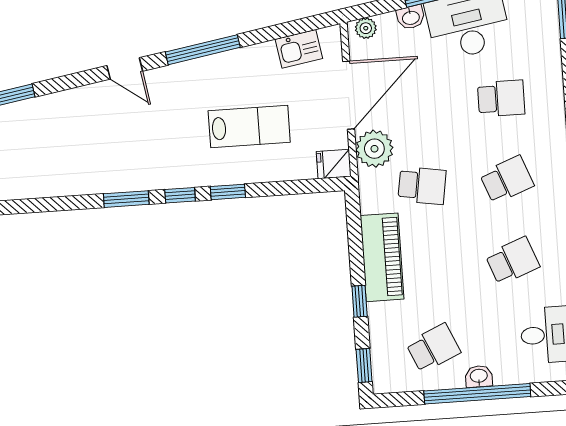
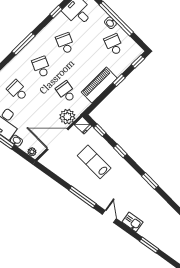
kitchen sink: (299, 49) -> (132, 222), moved
school desk: (507, 180) -> (41, 67), turned 45
window: (180, 195) -> (100, 130), moved
school desk: (512, 261) -> (65, 43), turned 45
school desk: (433, 348) -> (114, 45), turned 45

